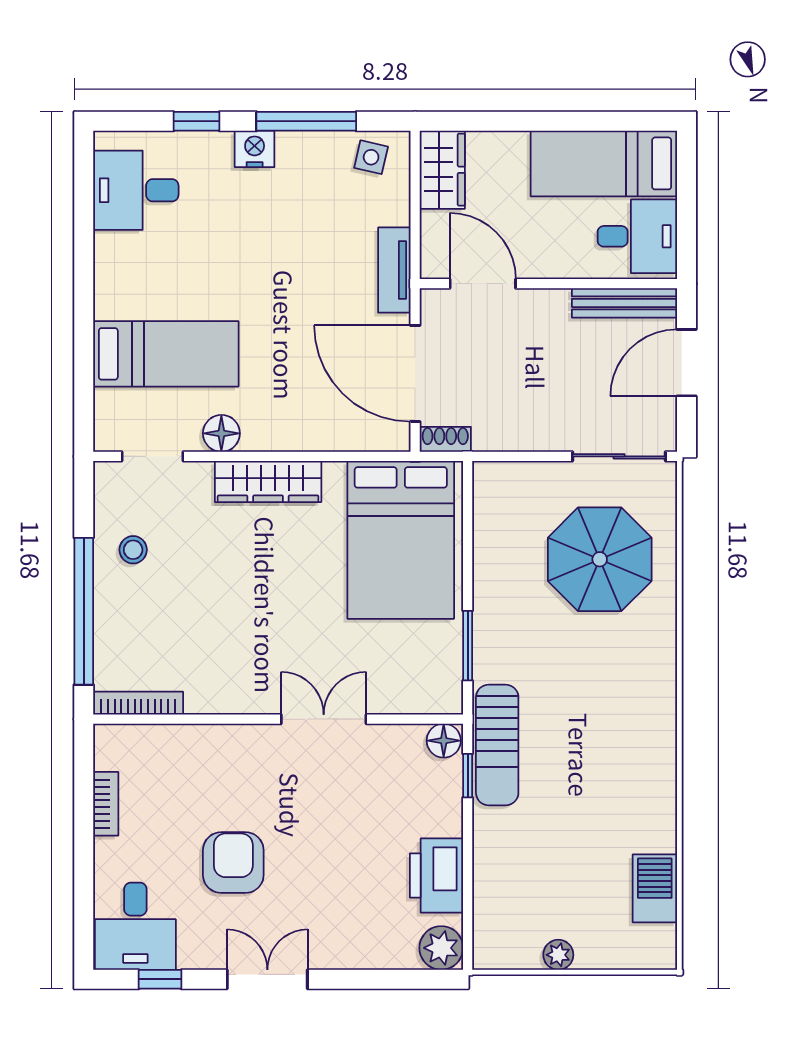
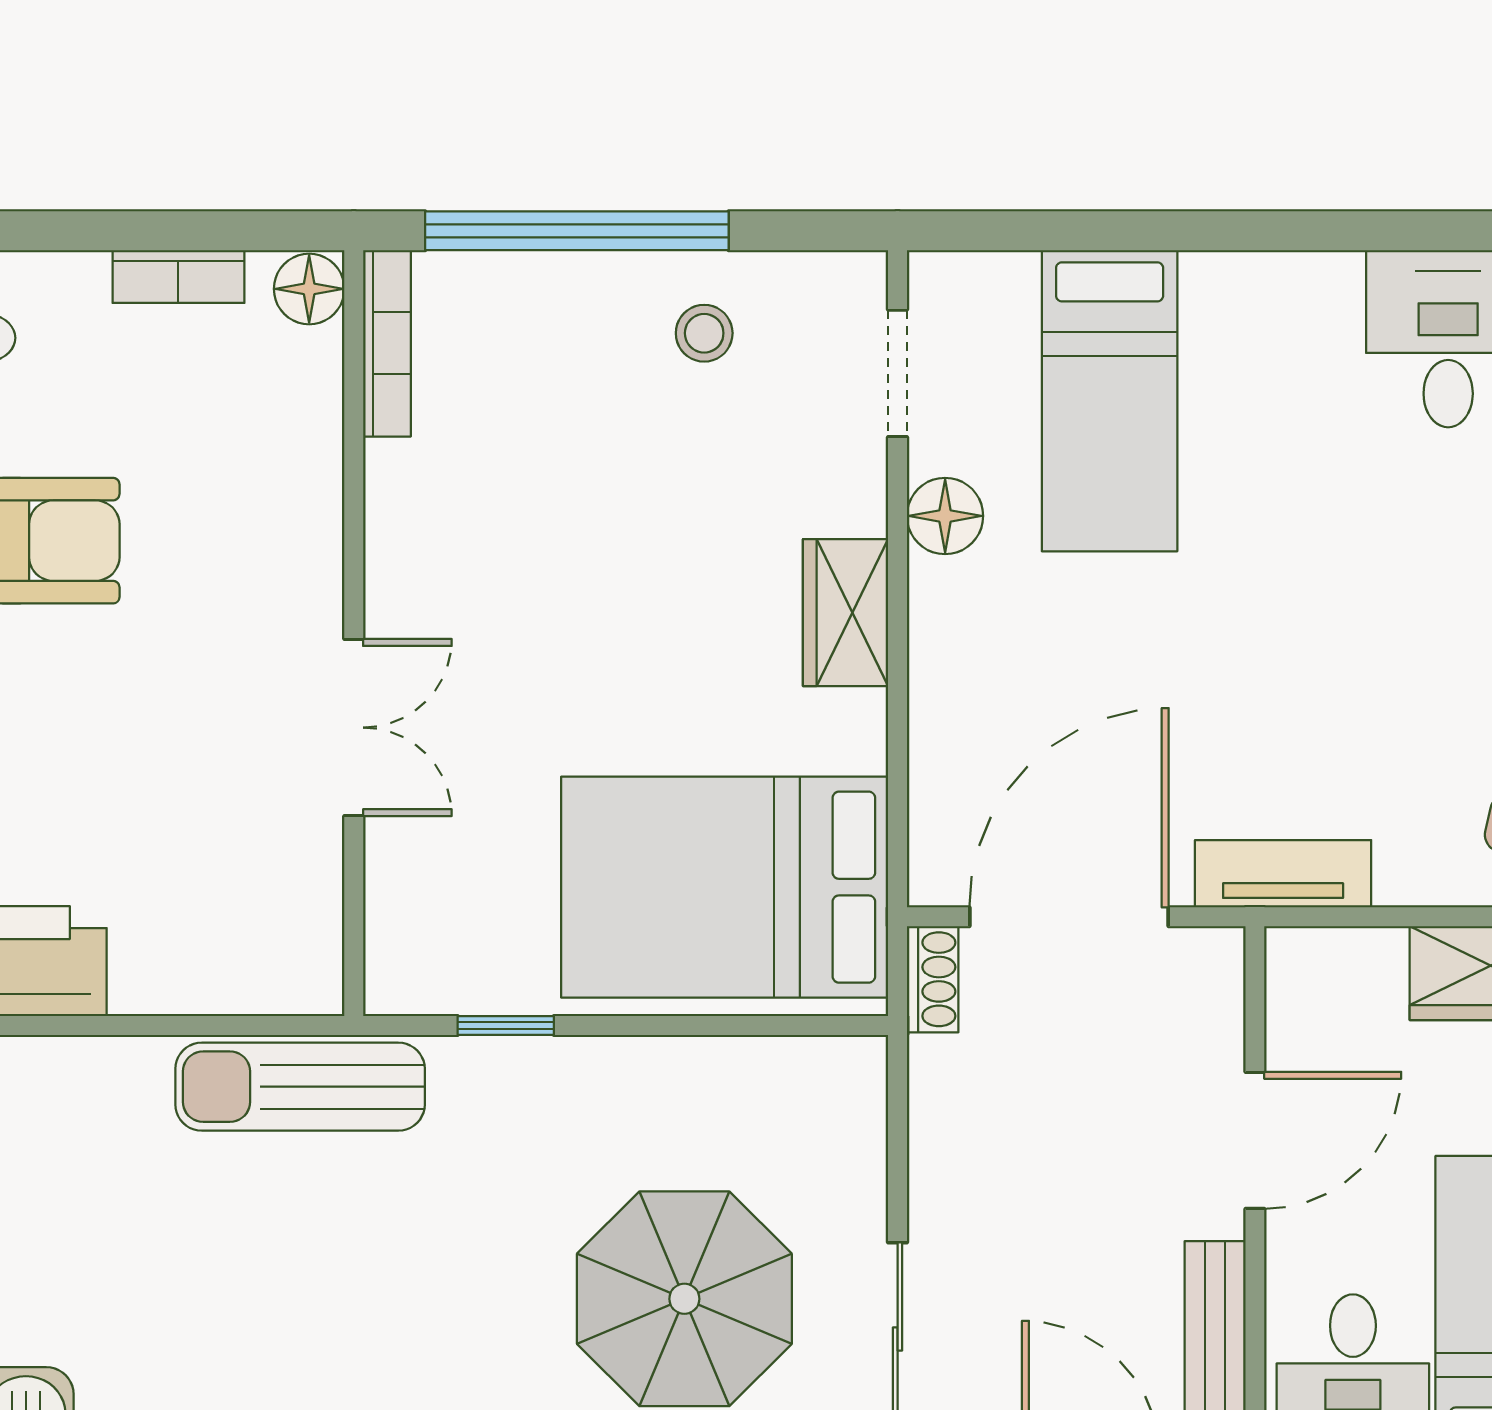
door: (483, 284) -> (1255, 1140), moved
wardrobe: (268, 481) -> (846, 613), width x0.67
window: (468, 646) -> (506, 1025), width x0.67
floor lamp: (444, 741) -> (309, 289), moved
window: (468, 776) -> (237, 1025), removed

